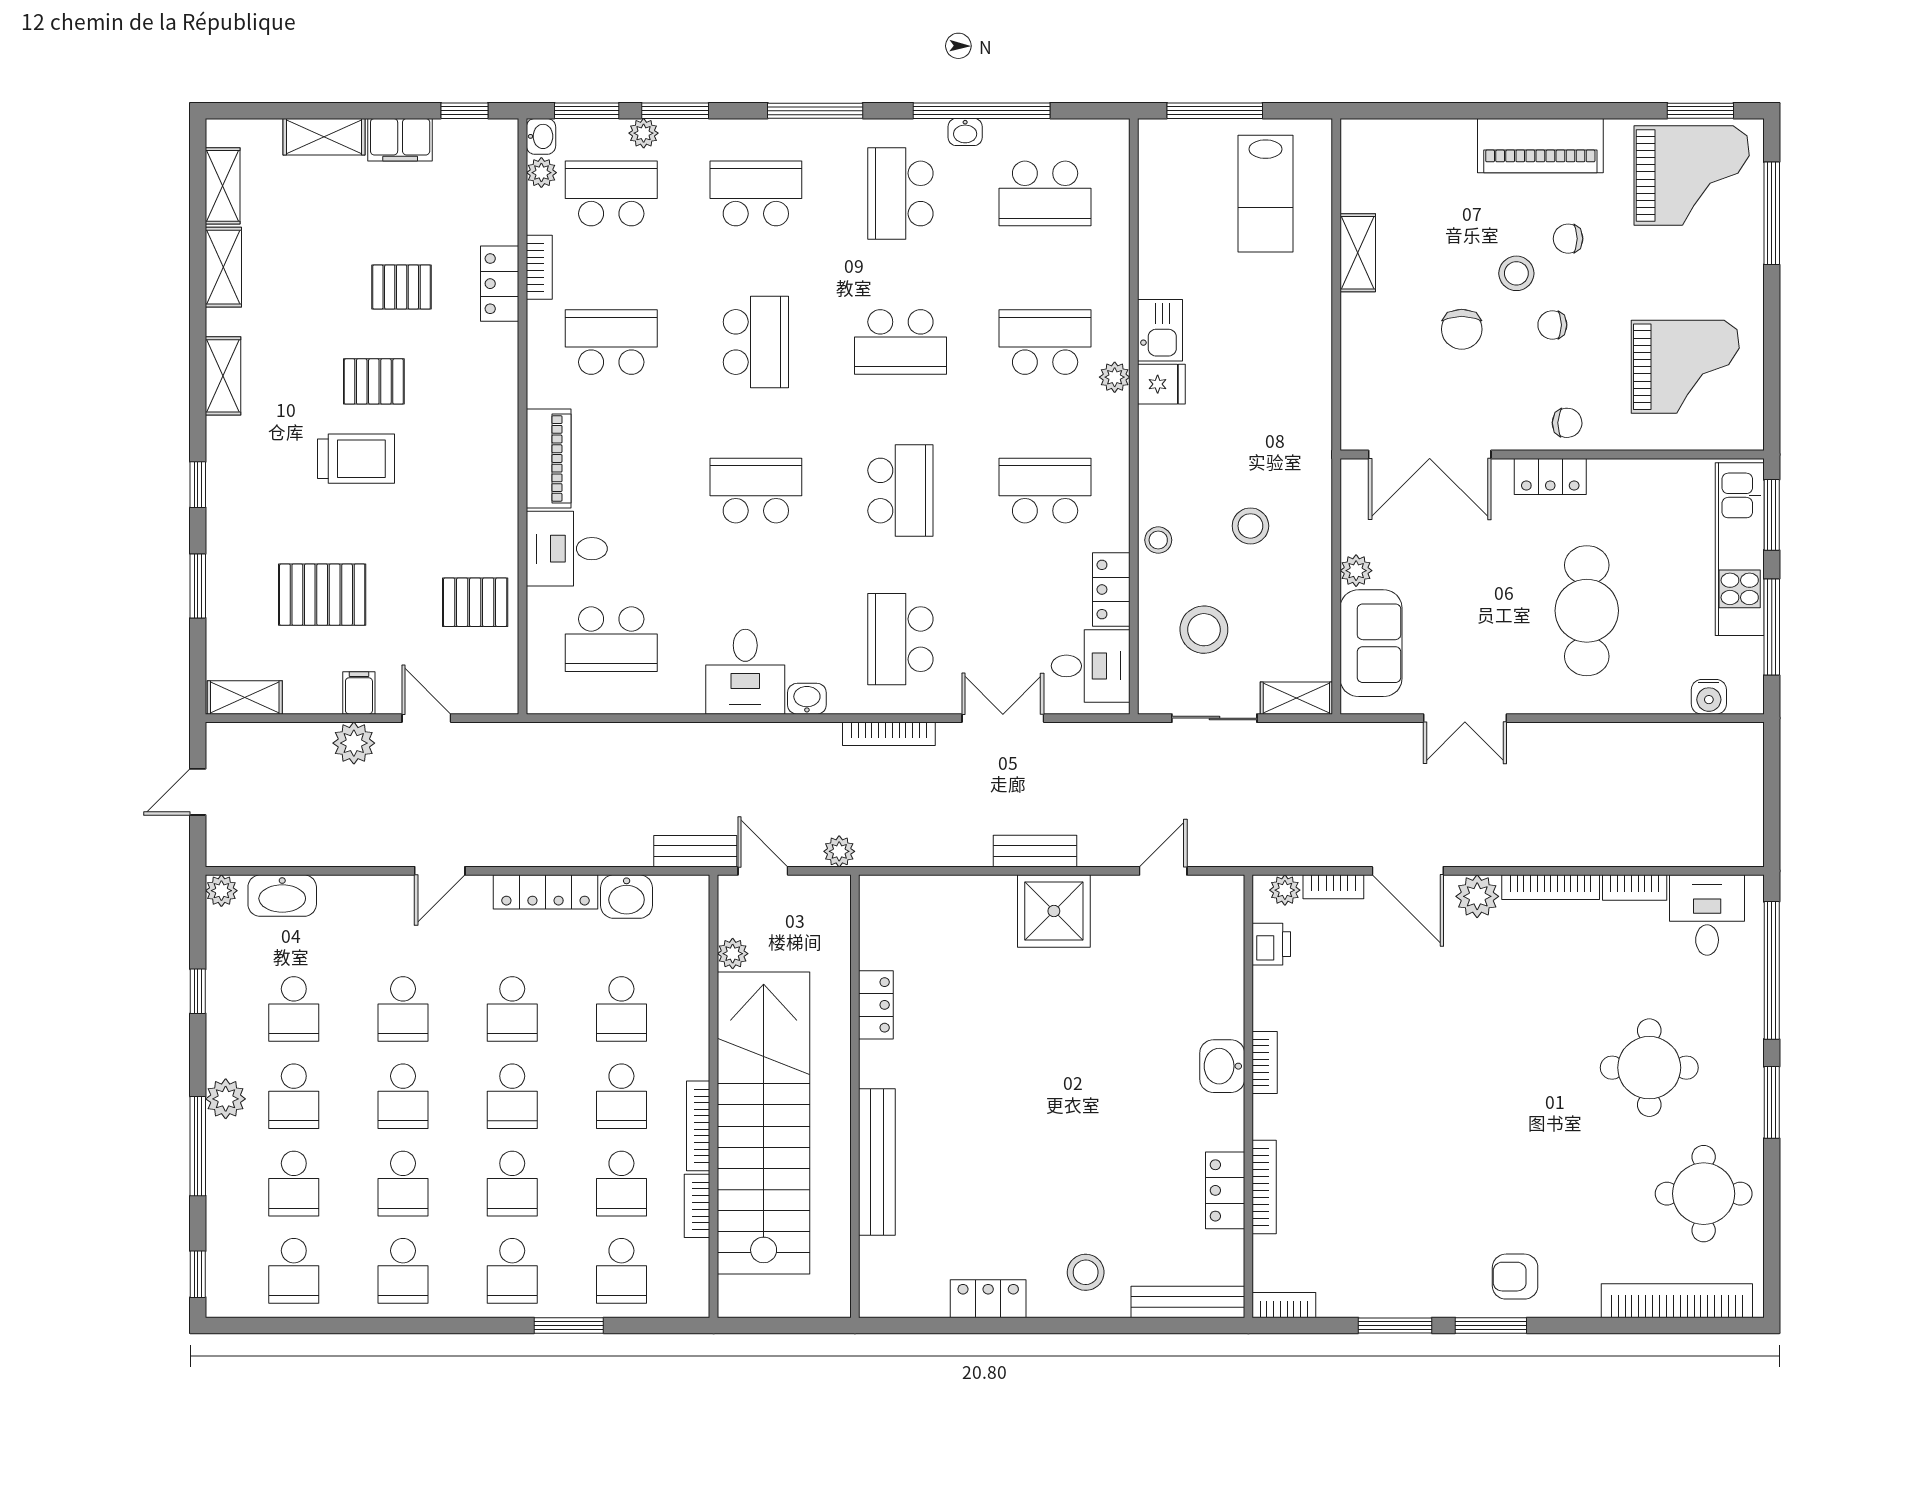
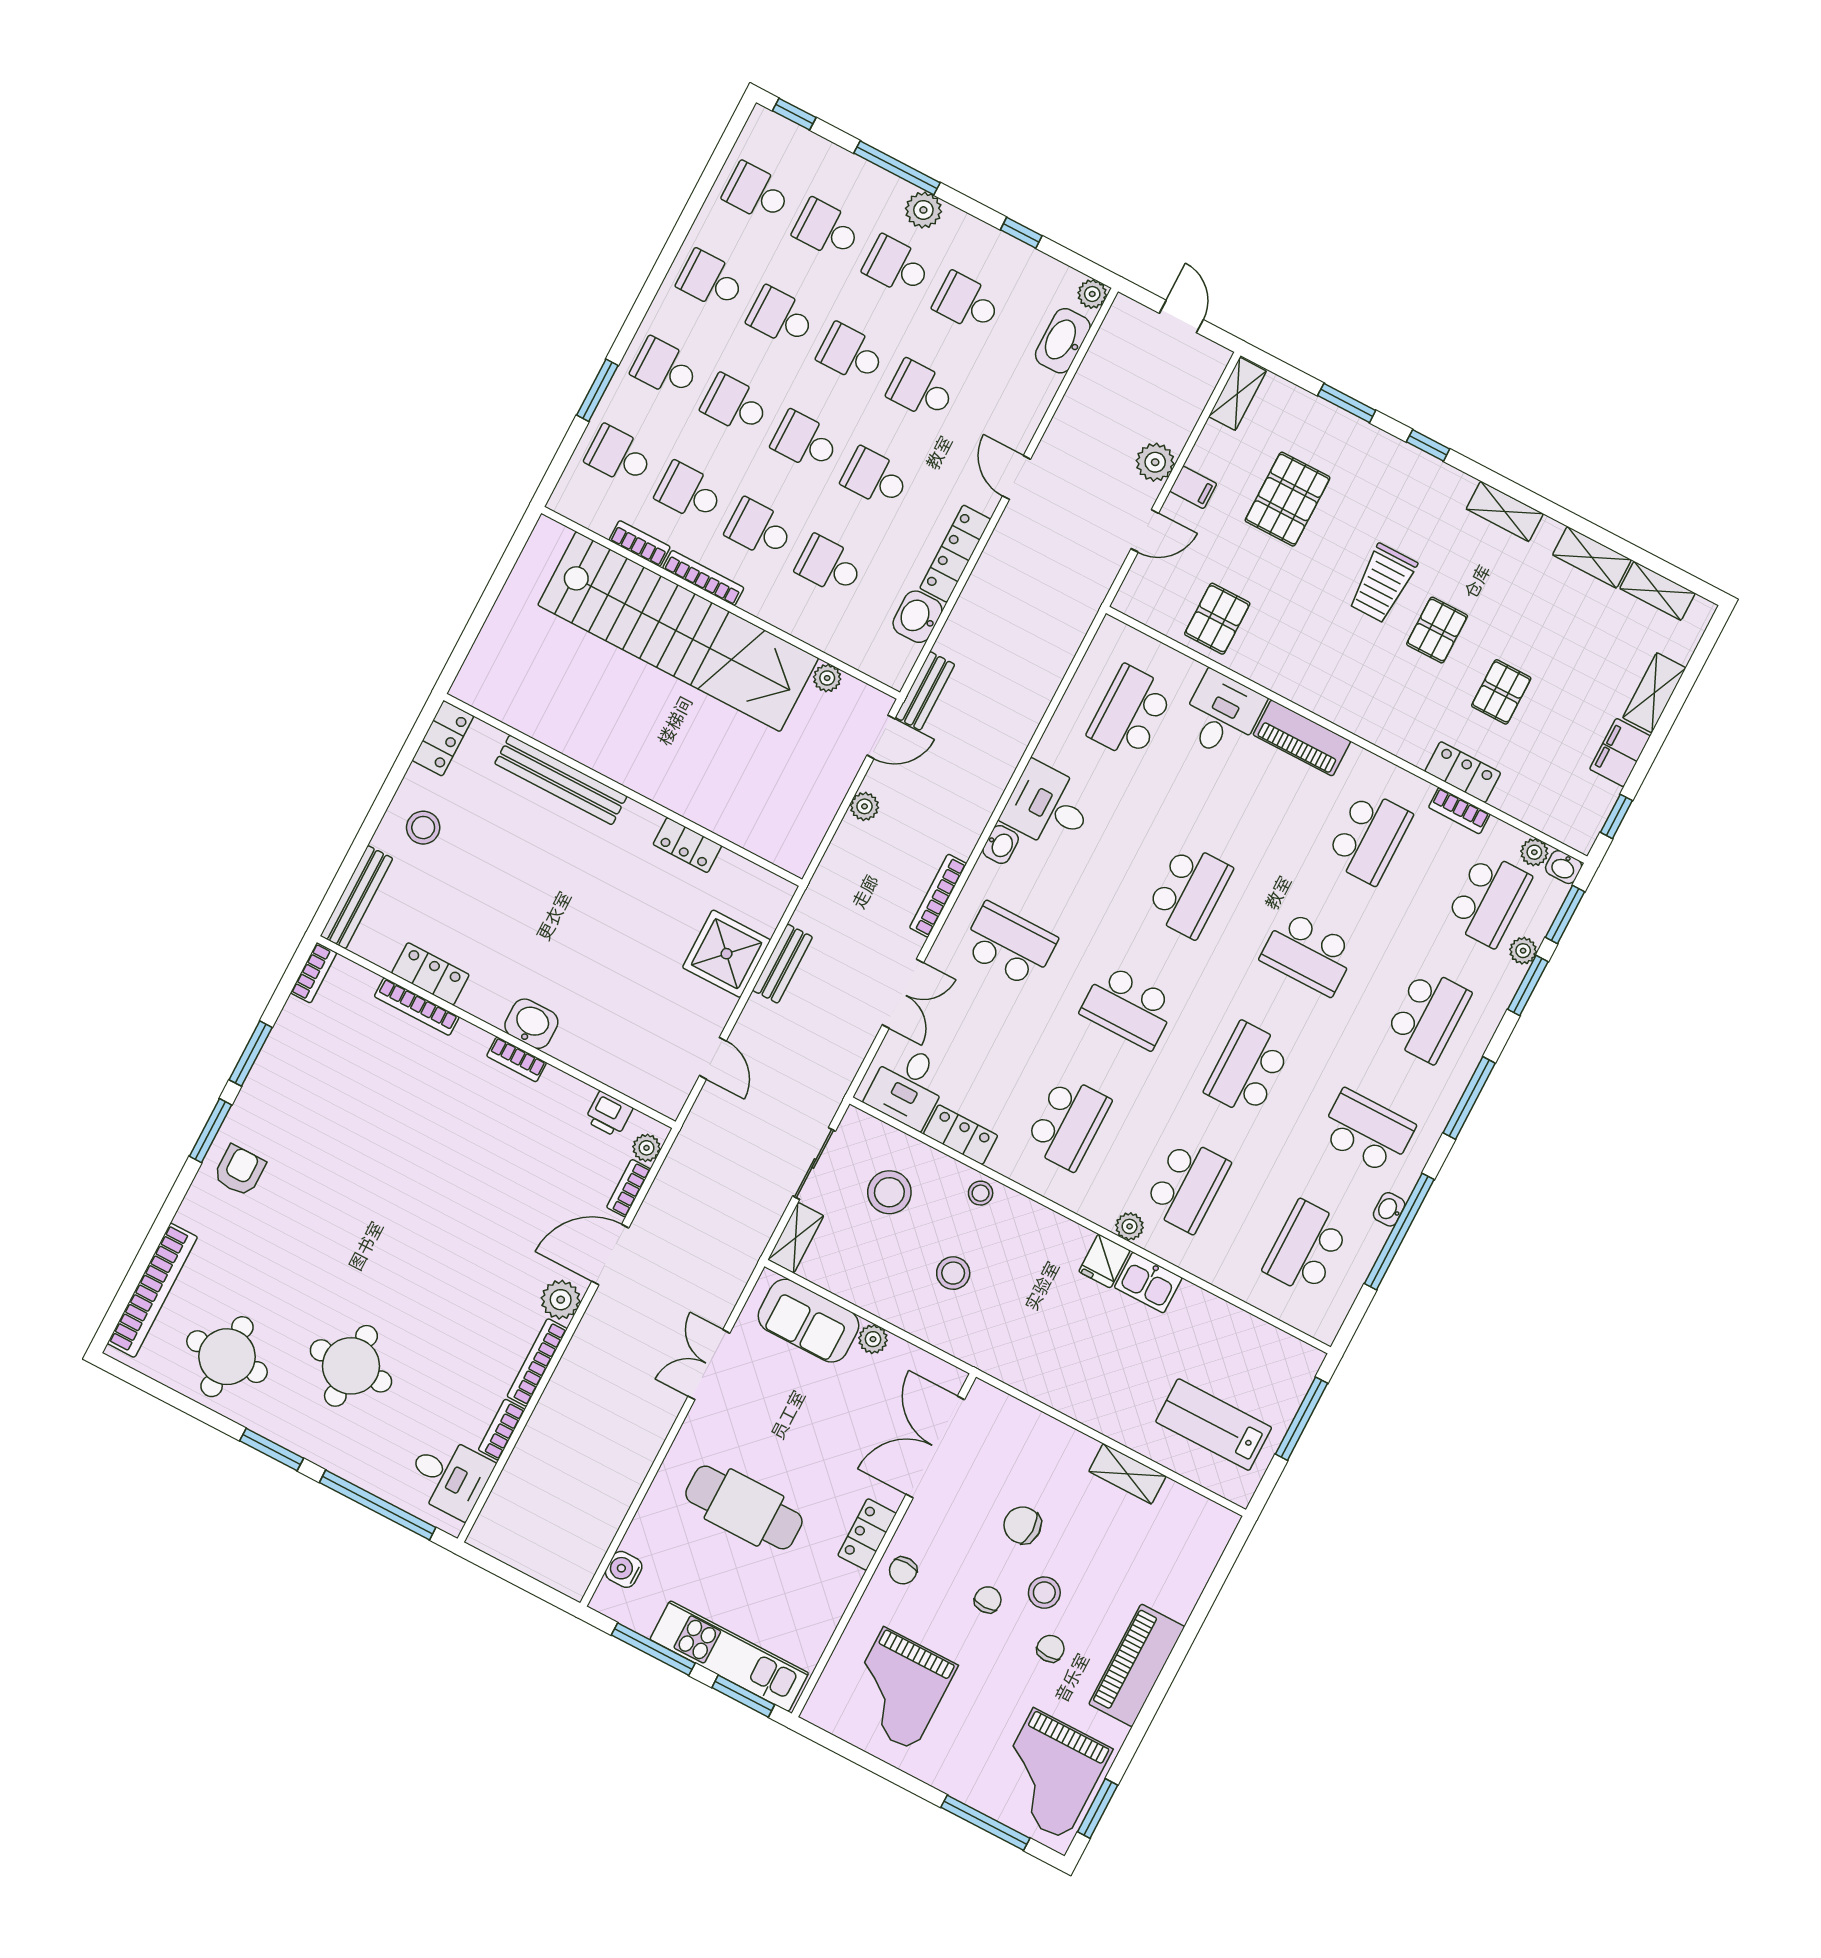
locker: (876, 1005) -> (687, 845), moved
wall: (855, 1096) -> (623, 790), moved
bench: (877, 1162) -> (561, 780), moved

